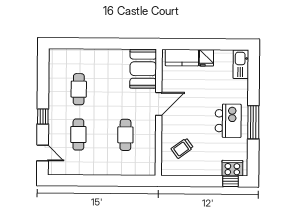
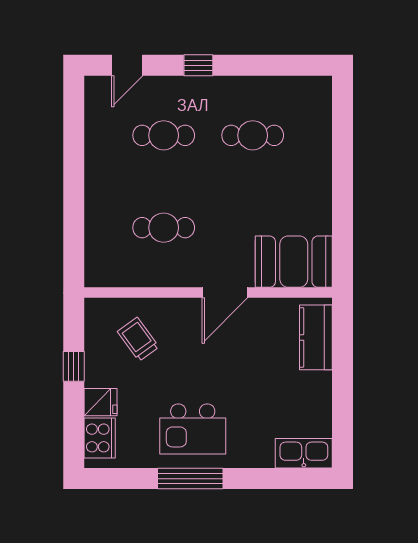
fridge: (206, 58) -> (100, 402), moved, turned 180
door: (159, 104) -> (225, 293), hinge flipped
window: (230, 181) -> (74, 366), moved

